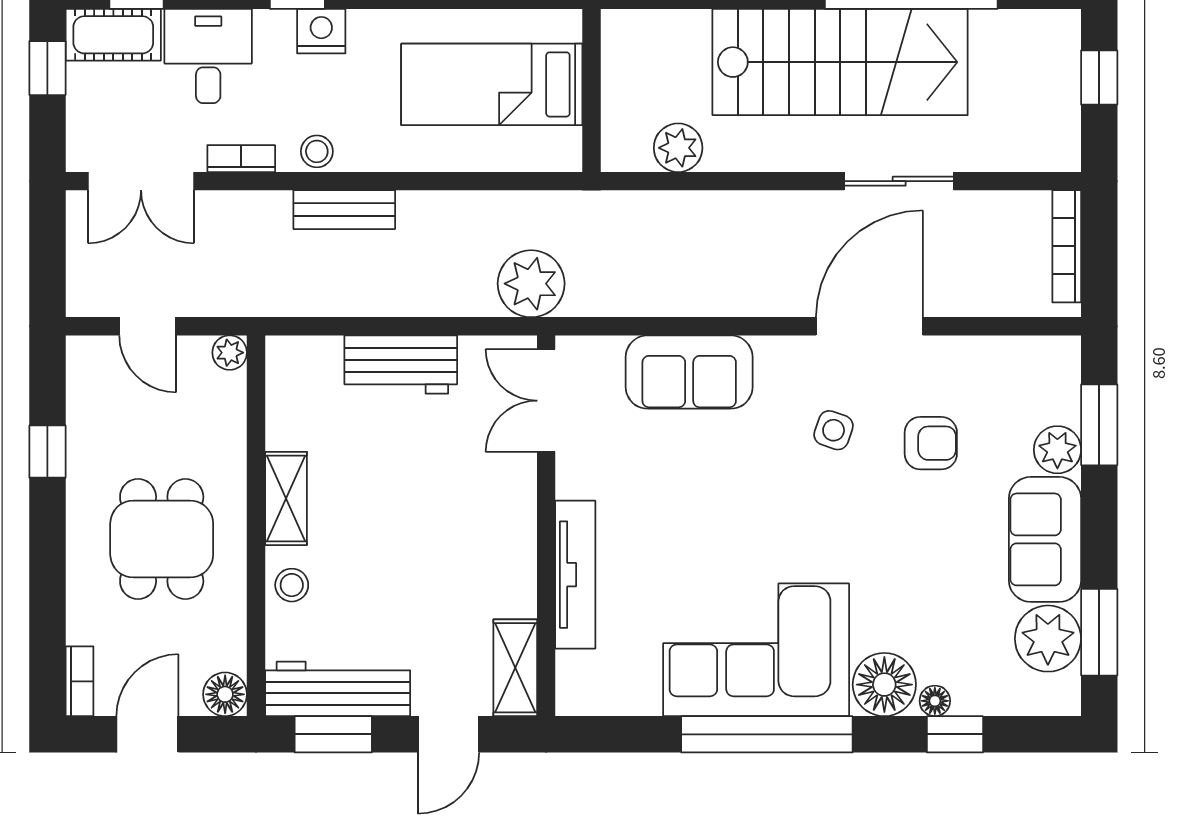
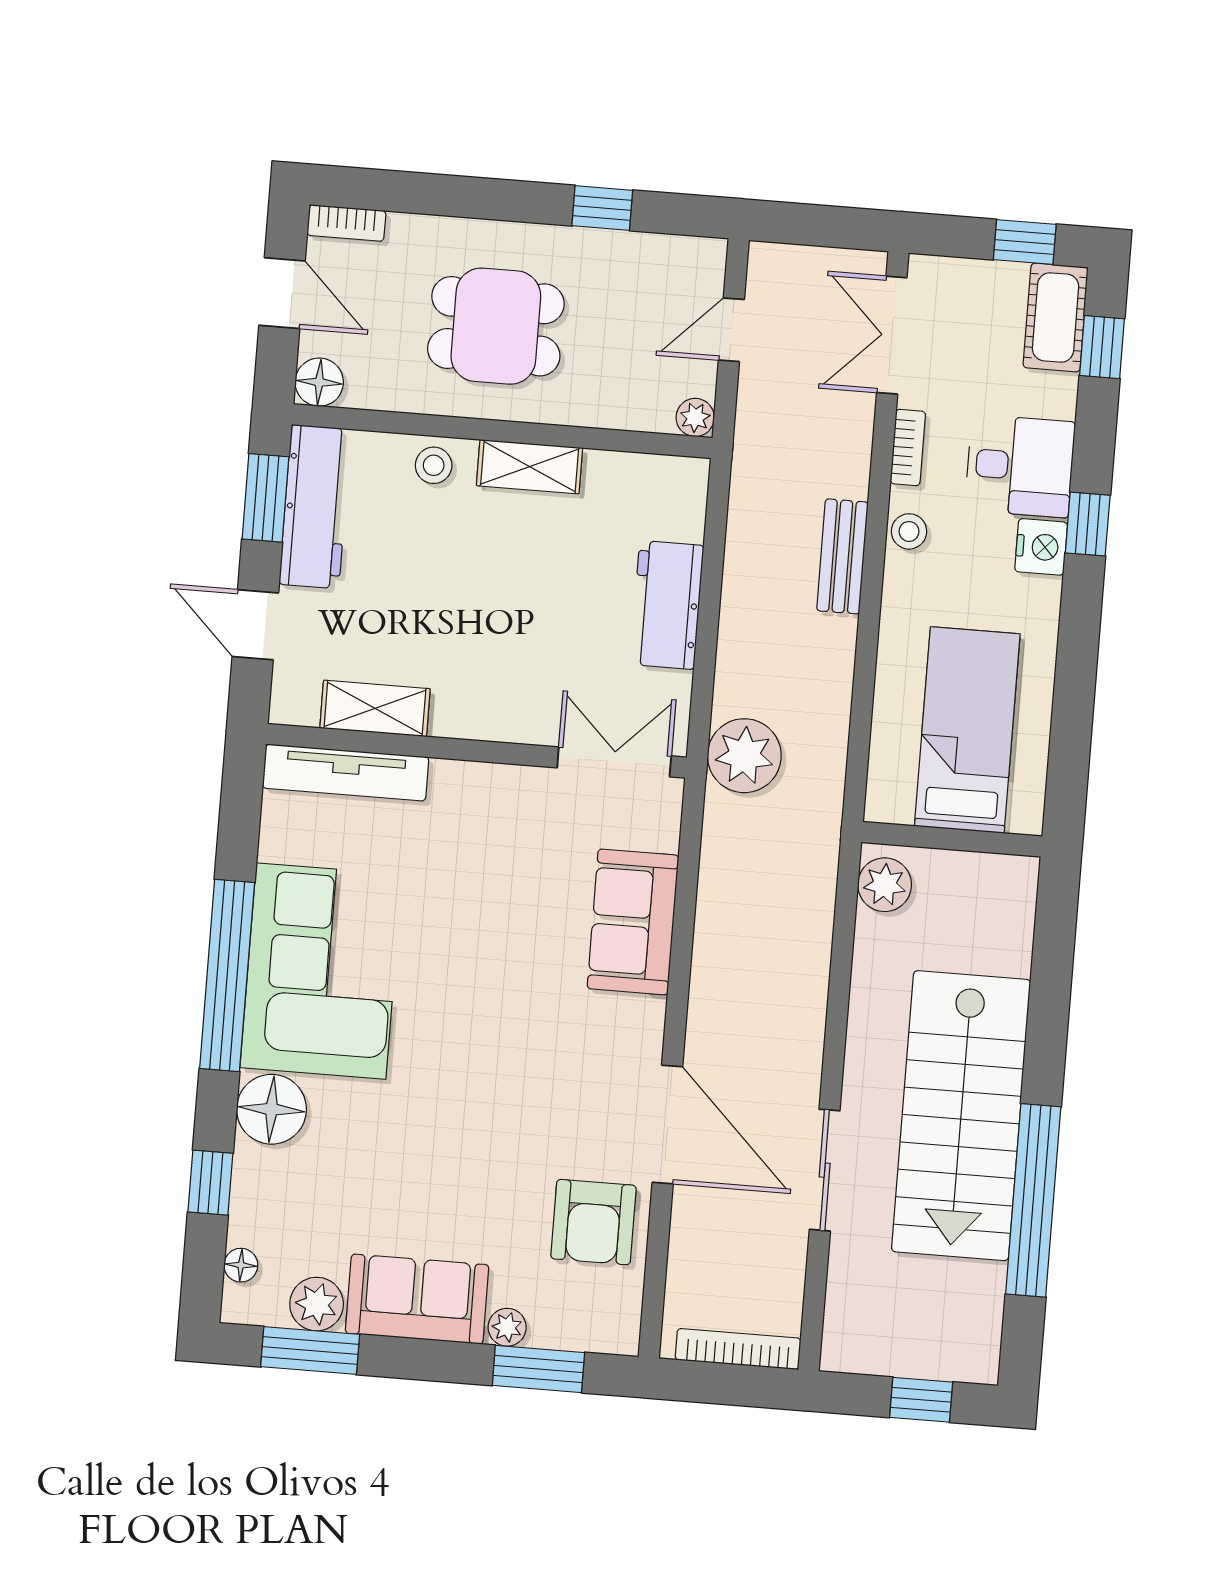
desk: (208, 56) -> (1020, 466), moved
plant: (678, 148) -> (885, 885), moved
side table: (834, 430) -> (556, 1076), removed
armchair: (931, 443) -> (593, 1222), moved, width x1.38, depth x1.38
plant: (1057, 450) -> (507, 1327), width x0.73, depth x0.73
tv unit: (575, 575) -> (346, 773), moved
plant: (1048, 639) -> (317, 1304), width x0.73, depth x0.73
shelving: (515, 668) -> (375, 708), moved
floor lamp: (935, 701) -> (241, 1265), moved

